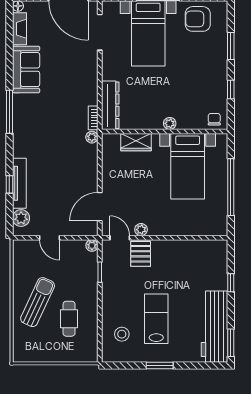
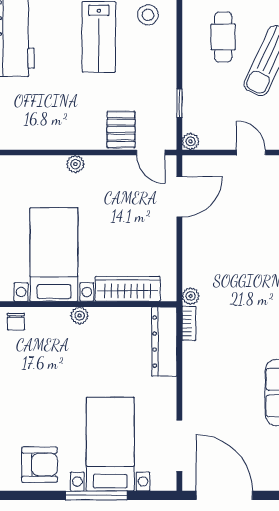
wardrobe: (136, 142) -> (128, 289), width x1.50
plant: (141, 230) -> (75, 164), moved

